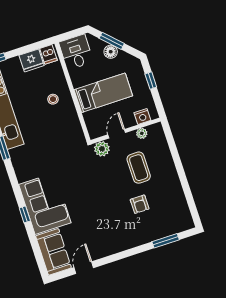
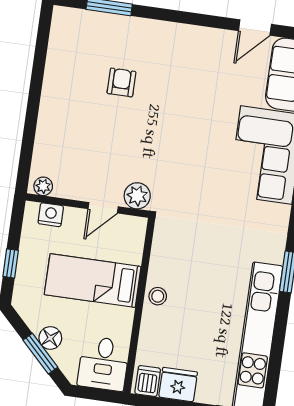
stool: (53, 99) -> (158, 296), moved
plant: (142, 133) -> (43, 186), moved
coffee table: (139, 168) -> (95, 139), removed

